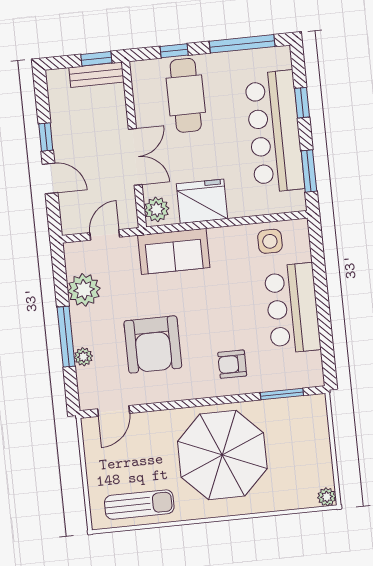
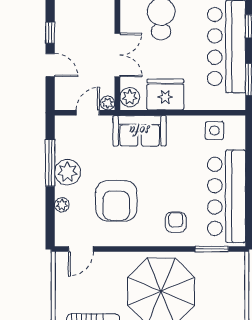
plant: (129, 220) -> (108, 103), added
plant: (84, 290) -> (67, 172), moved
bar counter: (292, 308) -> (227, 196), width x1.36
window: (66, 337) -> (50, 163), moved
armchair: (232, 364) -> (176, 222), turned 90

